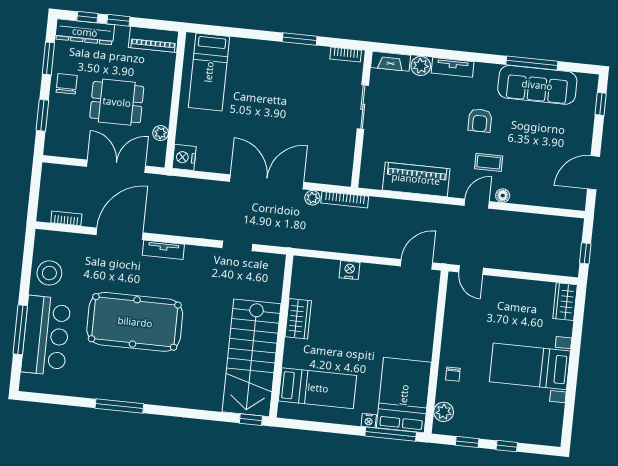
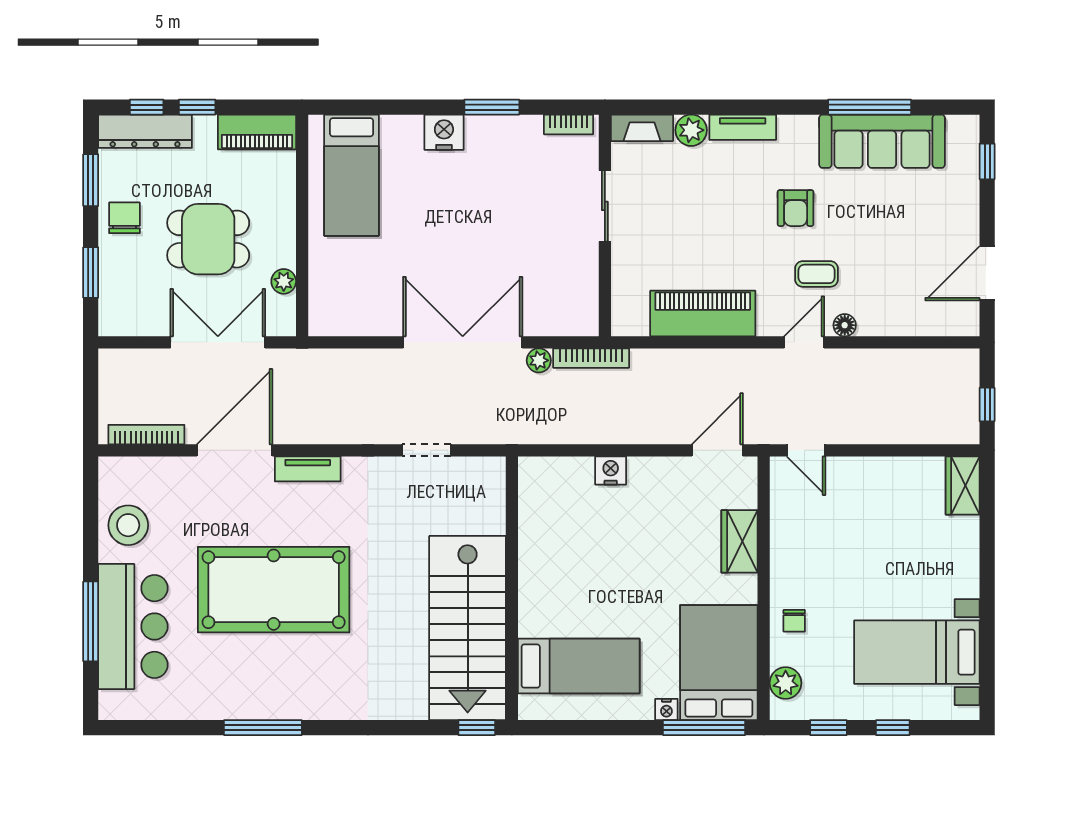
nightstand: (184, 157) -> (444, 132), moved, turned 90
bookcase: (66, 218) -> (146, 435), width x1.56
wardrobe: (298, 319) -> (740, 541), moved, turned 180
bed with nightstands: (530, 366) -> (917, 652), moved

